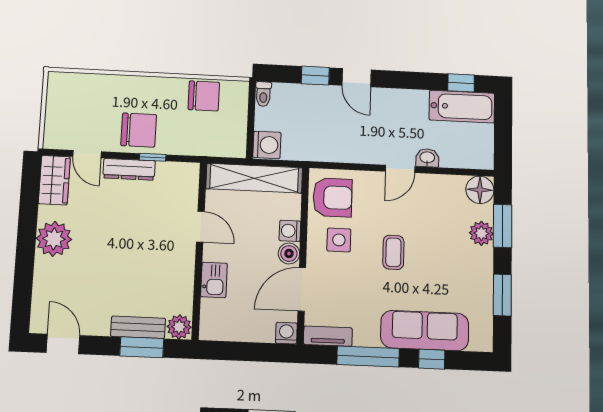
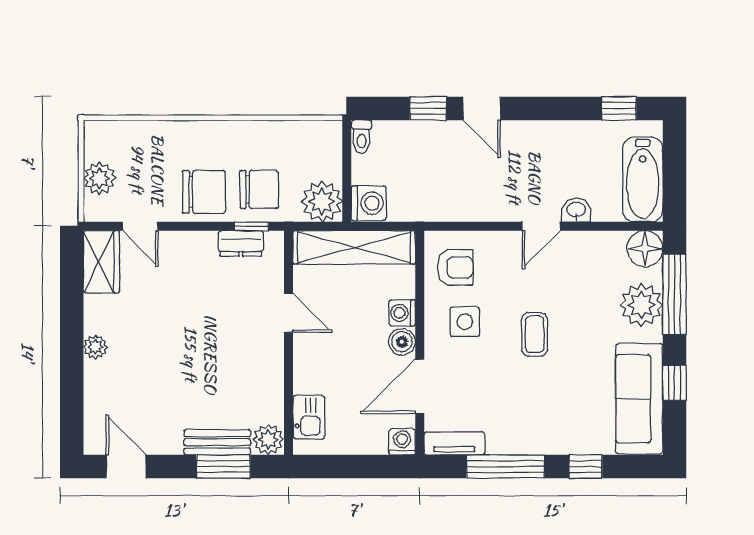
chair: (204, 96) -> (259, 190), moved
bathtub: (462, 107) -> (643, 179), moved, turned 90
plant: (57, 116) -> (100, 178), added
plant: (231, 142) -> (322, 201), added
window: (153, 157) -> (252, 226), moved
dresser: (129, 169) -> (241, 243), moved, width x0.70
armchair: (332, 197) -> (455, 267), width x0.72, depth x0.72
window: (503, 226) -> (674, 294), width x1.44
plant: (481, 233) -> (641, 305), width x1.36, depth x1.36
plant: (54, 239) -> (95, 347), width x0.53, depth x0.53
kitchen sink: (214, 280) -> (309, 417), moved
window: (502, 295) -> (674, 383), width x0.67
sofa: (425, 331) -> (639, 399), moved, turned -90

